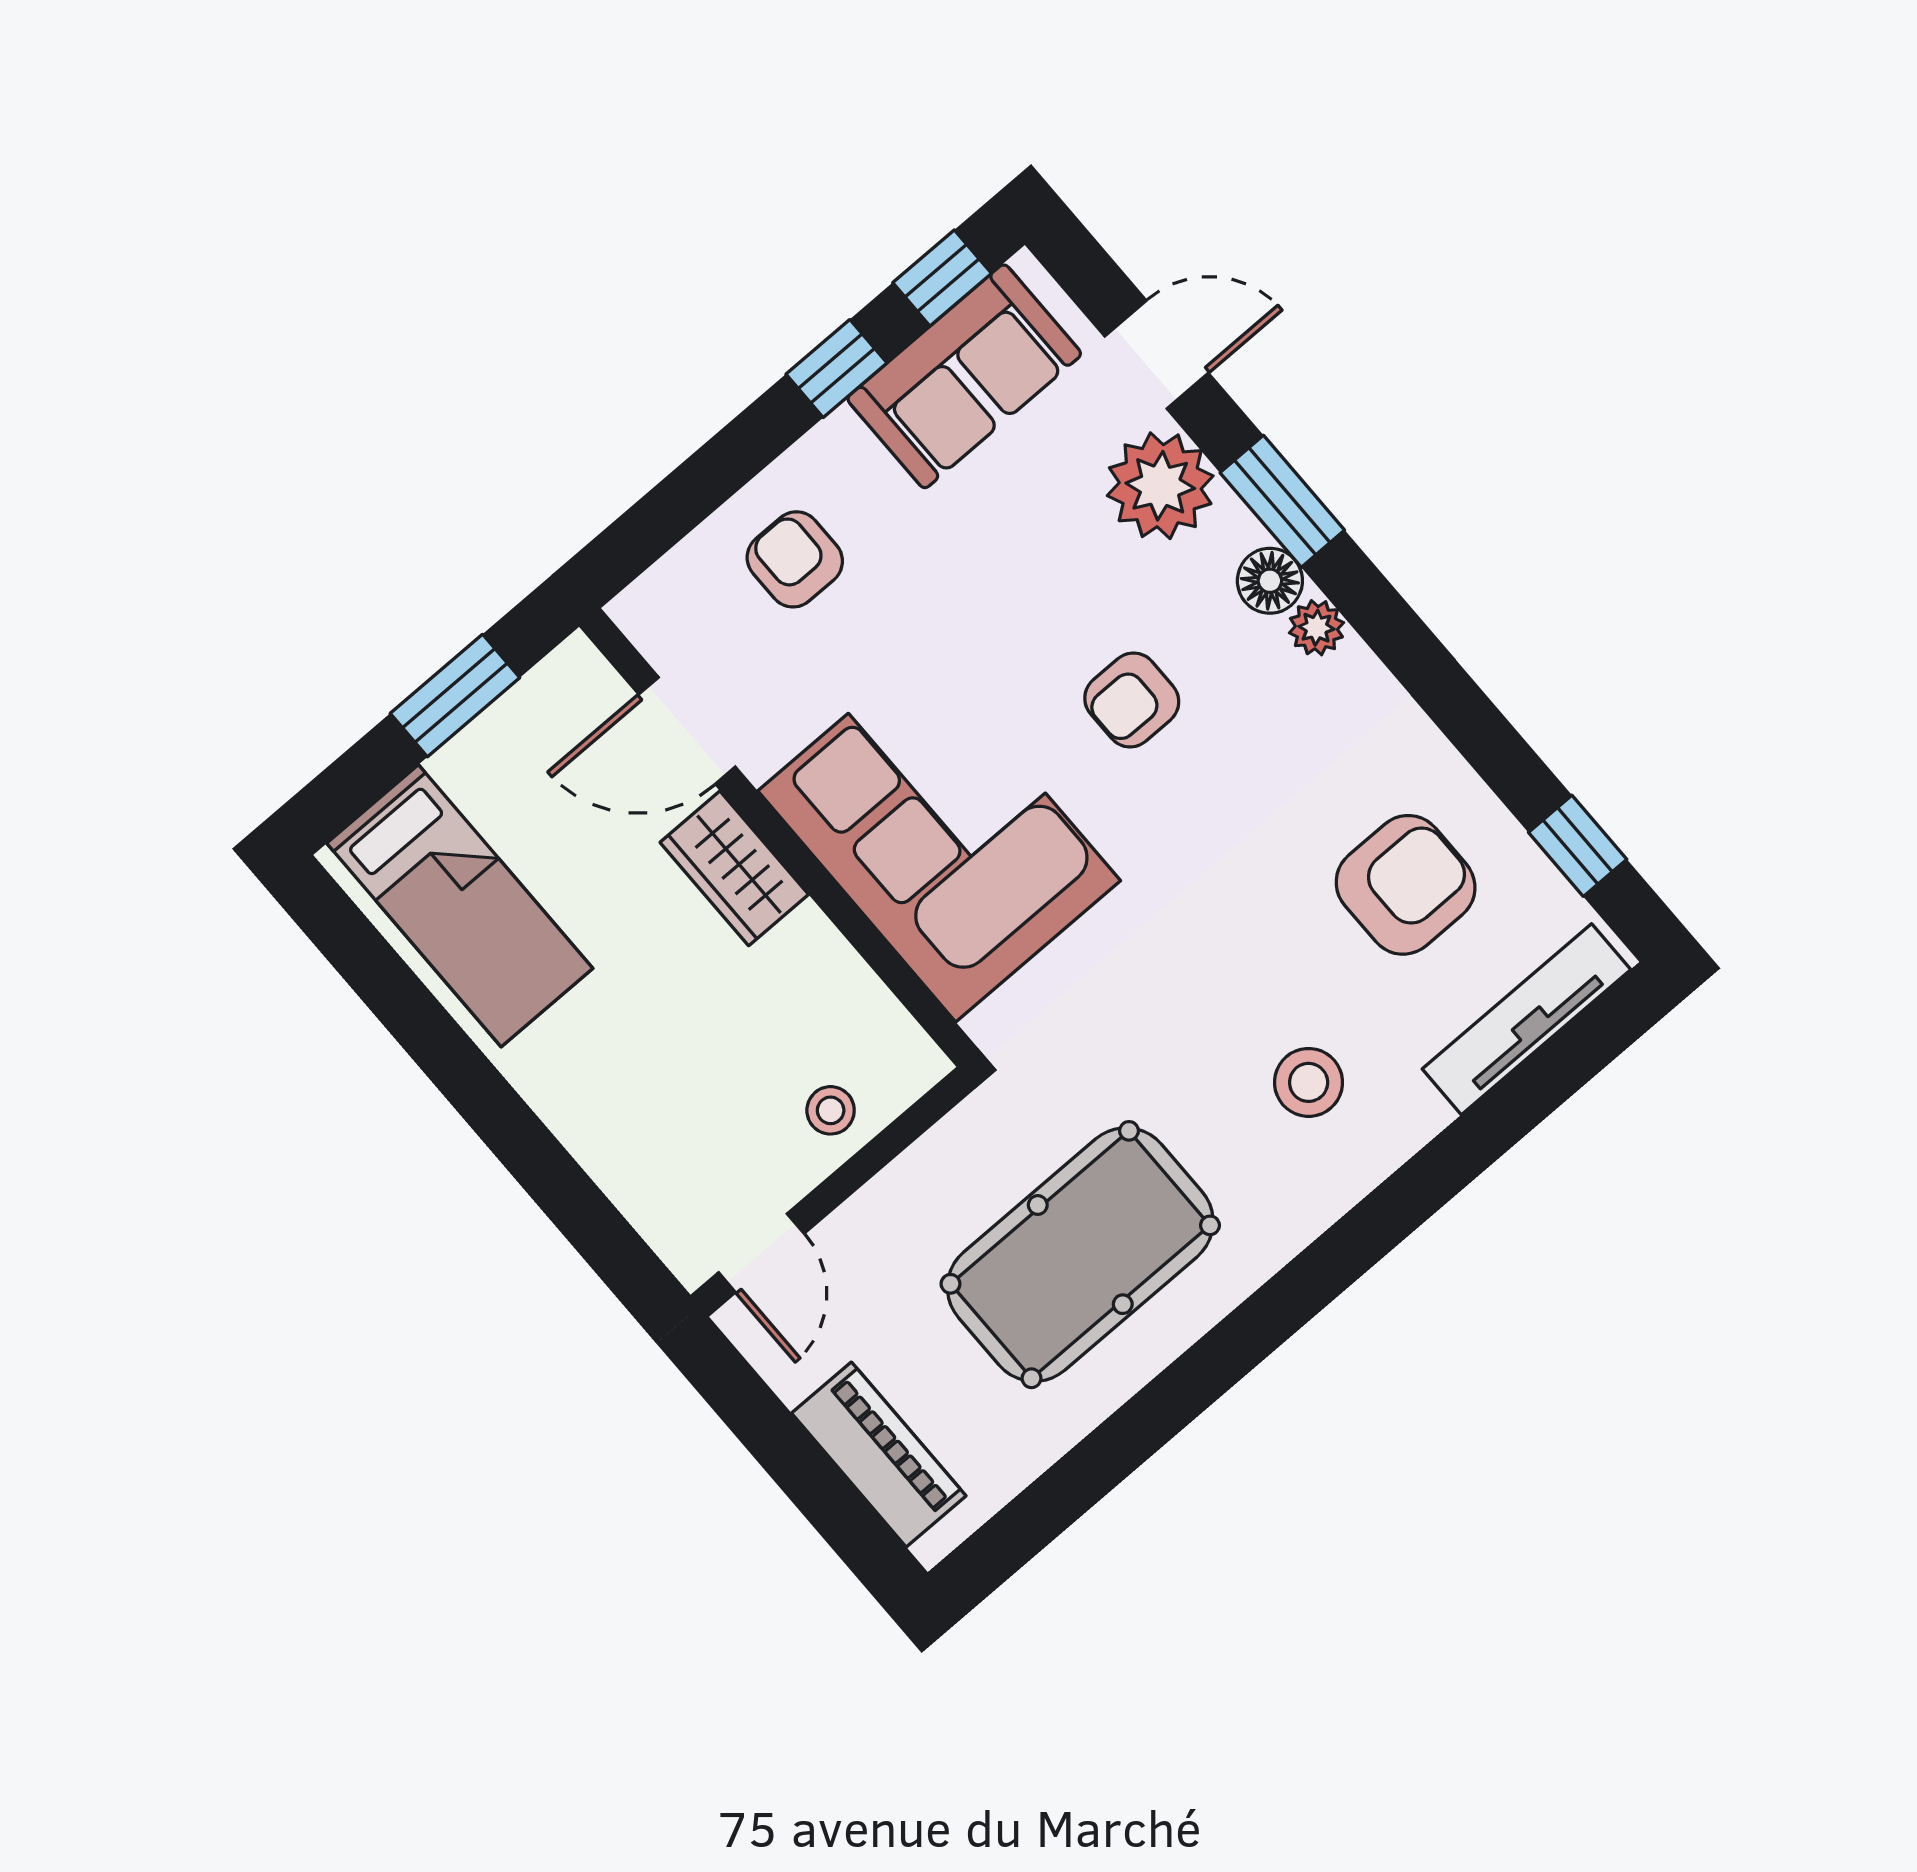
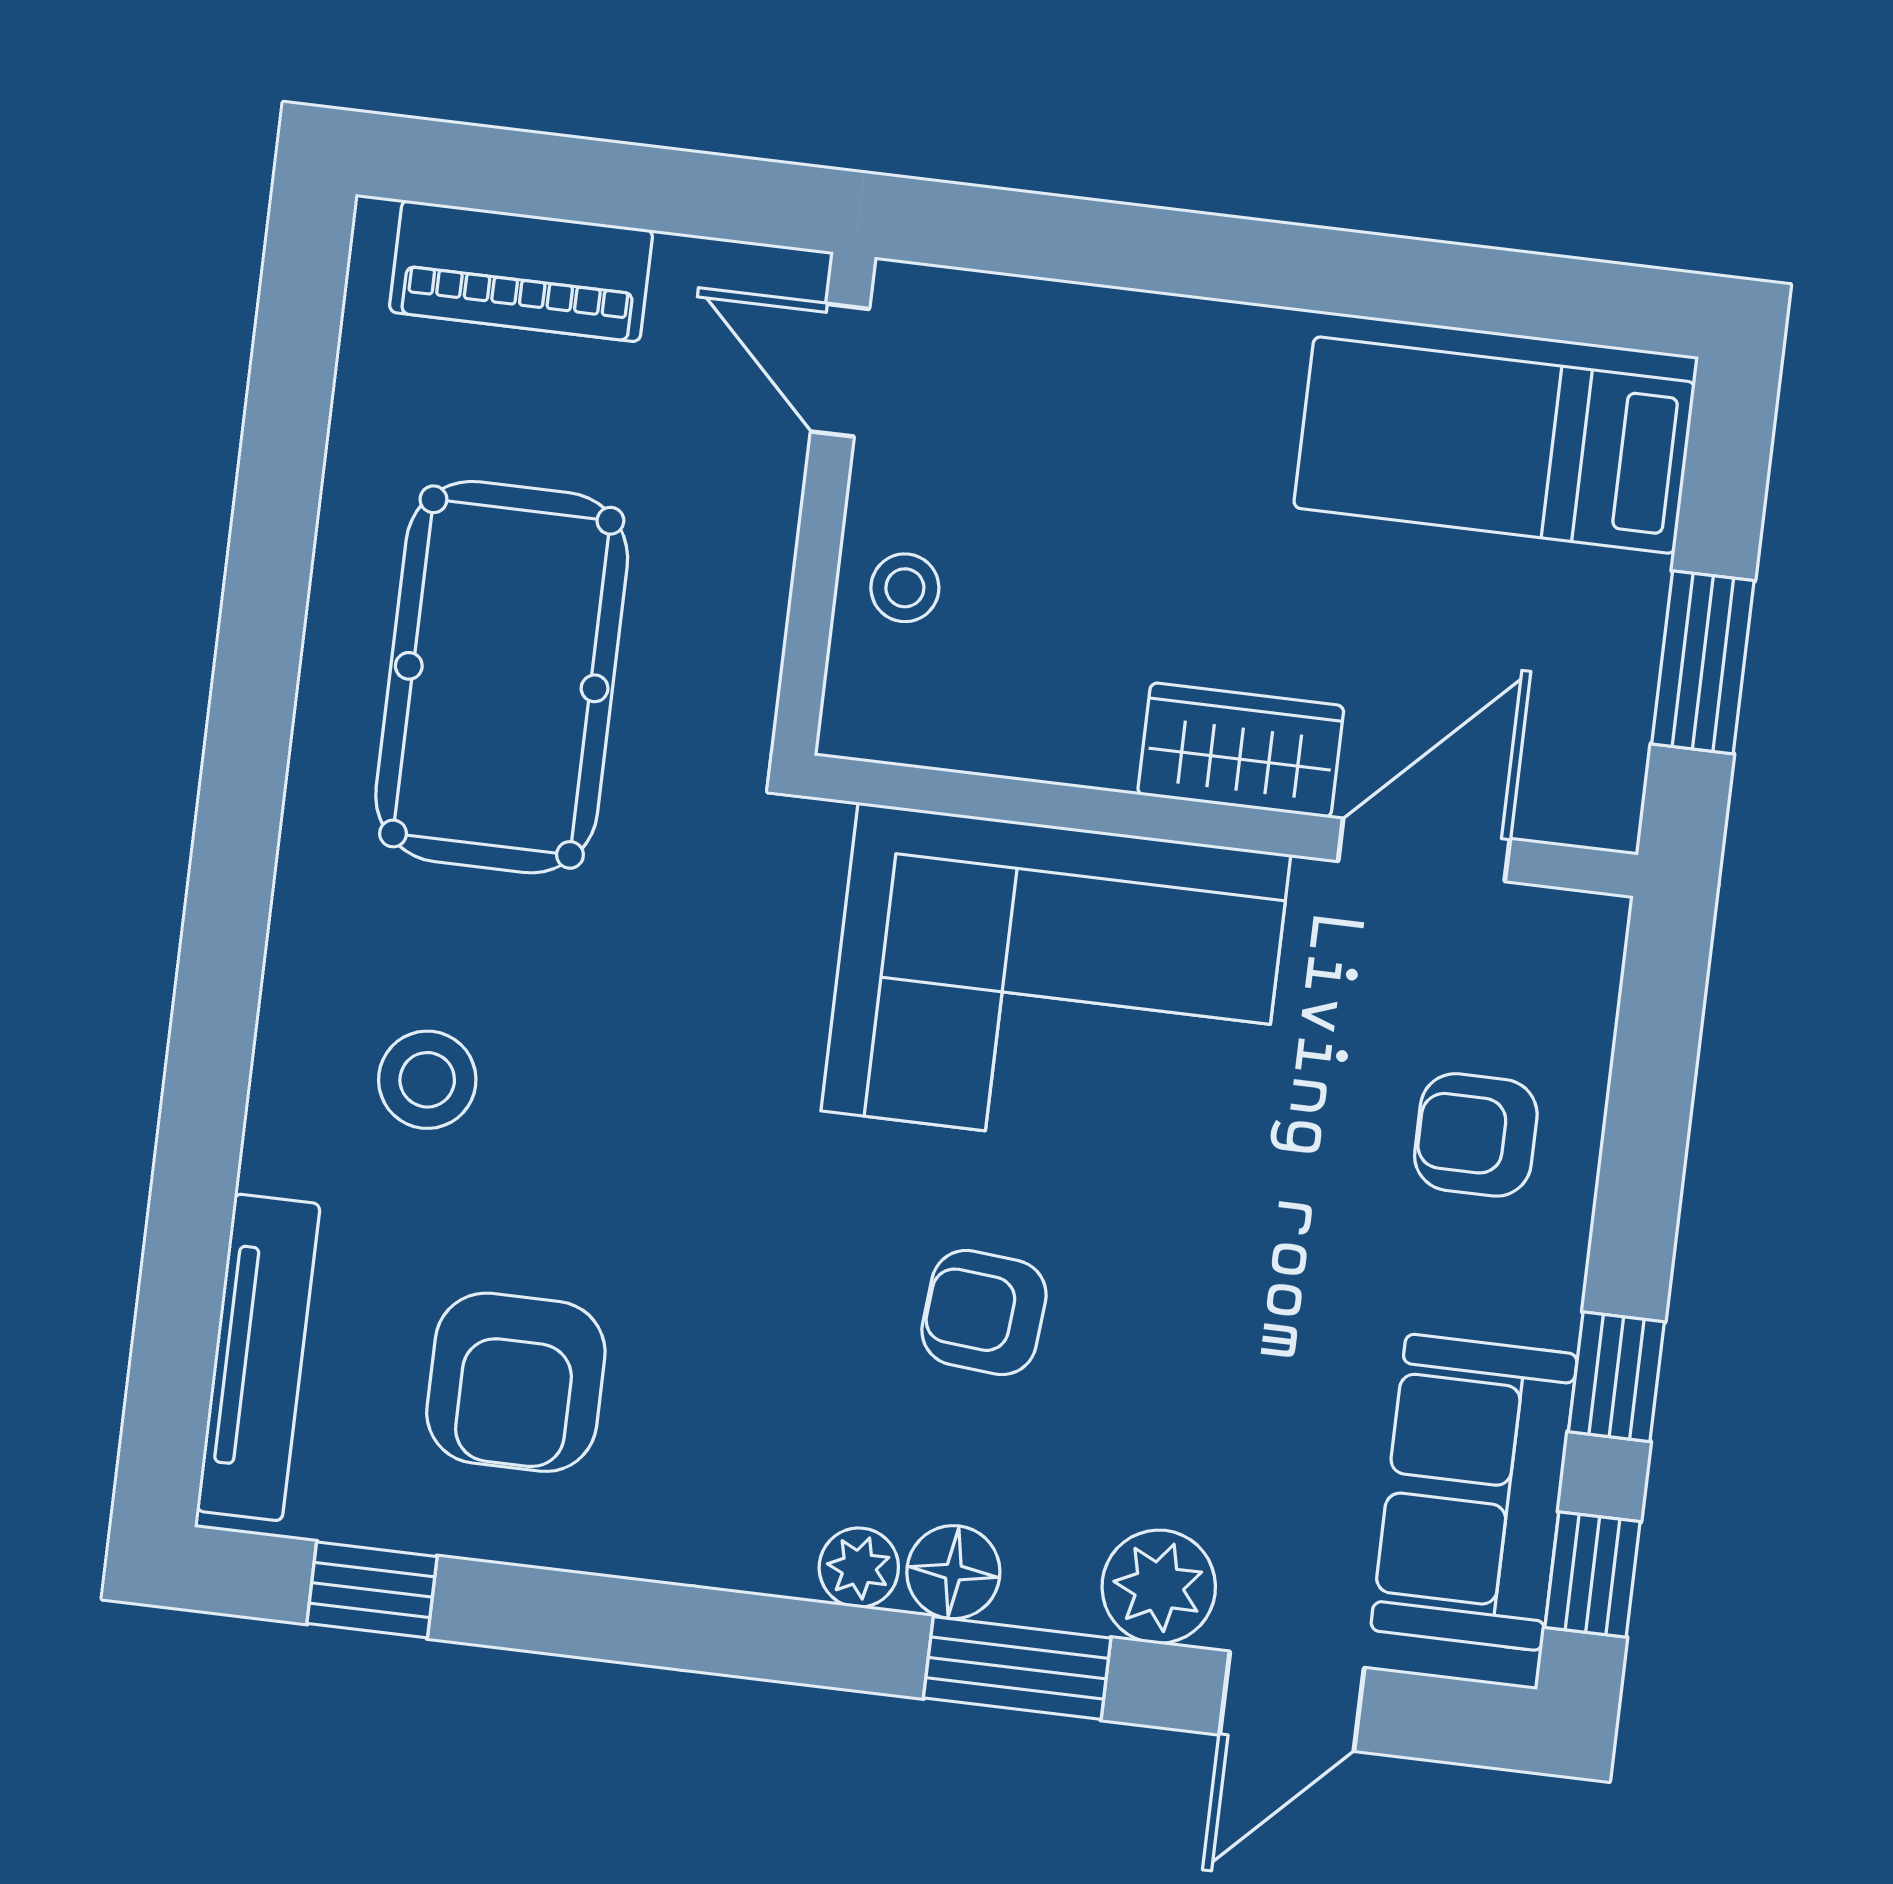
plant: (1160, 486) -> (1159, 1587), width x0.73, depth x0.73
armchair: (795, 559) -> (1476, 1135), turned 180
armchair: (1132, 700) -> (984, 1313), turned -85

